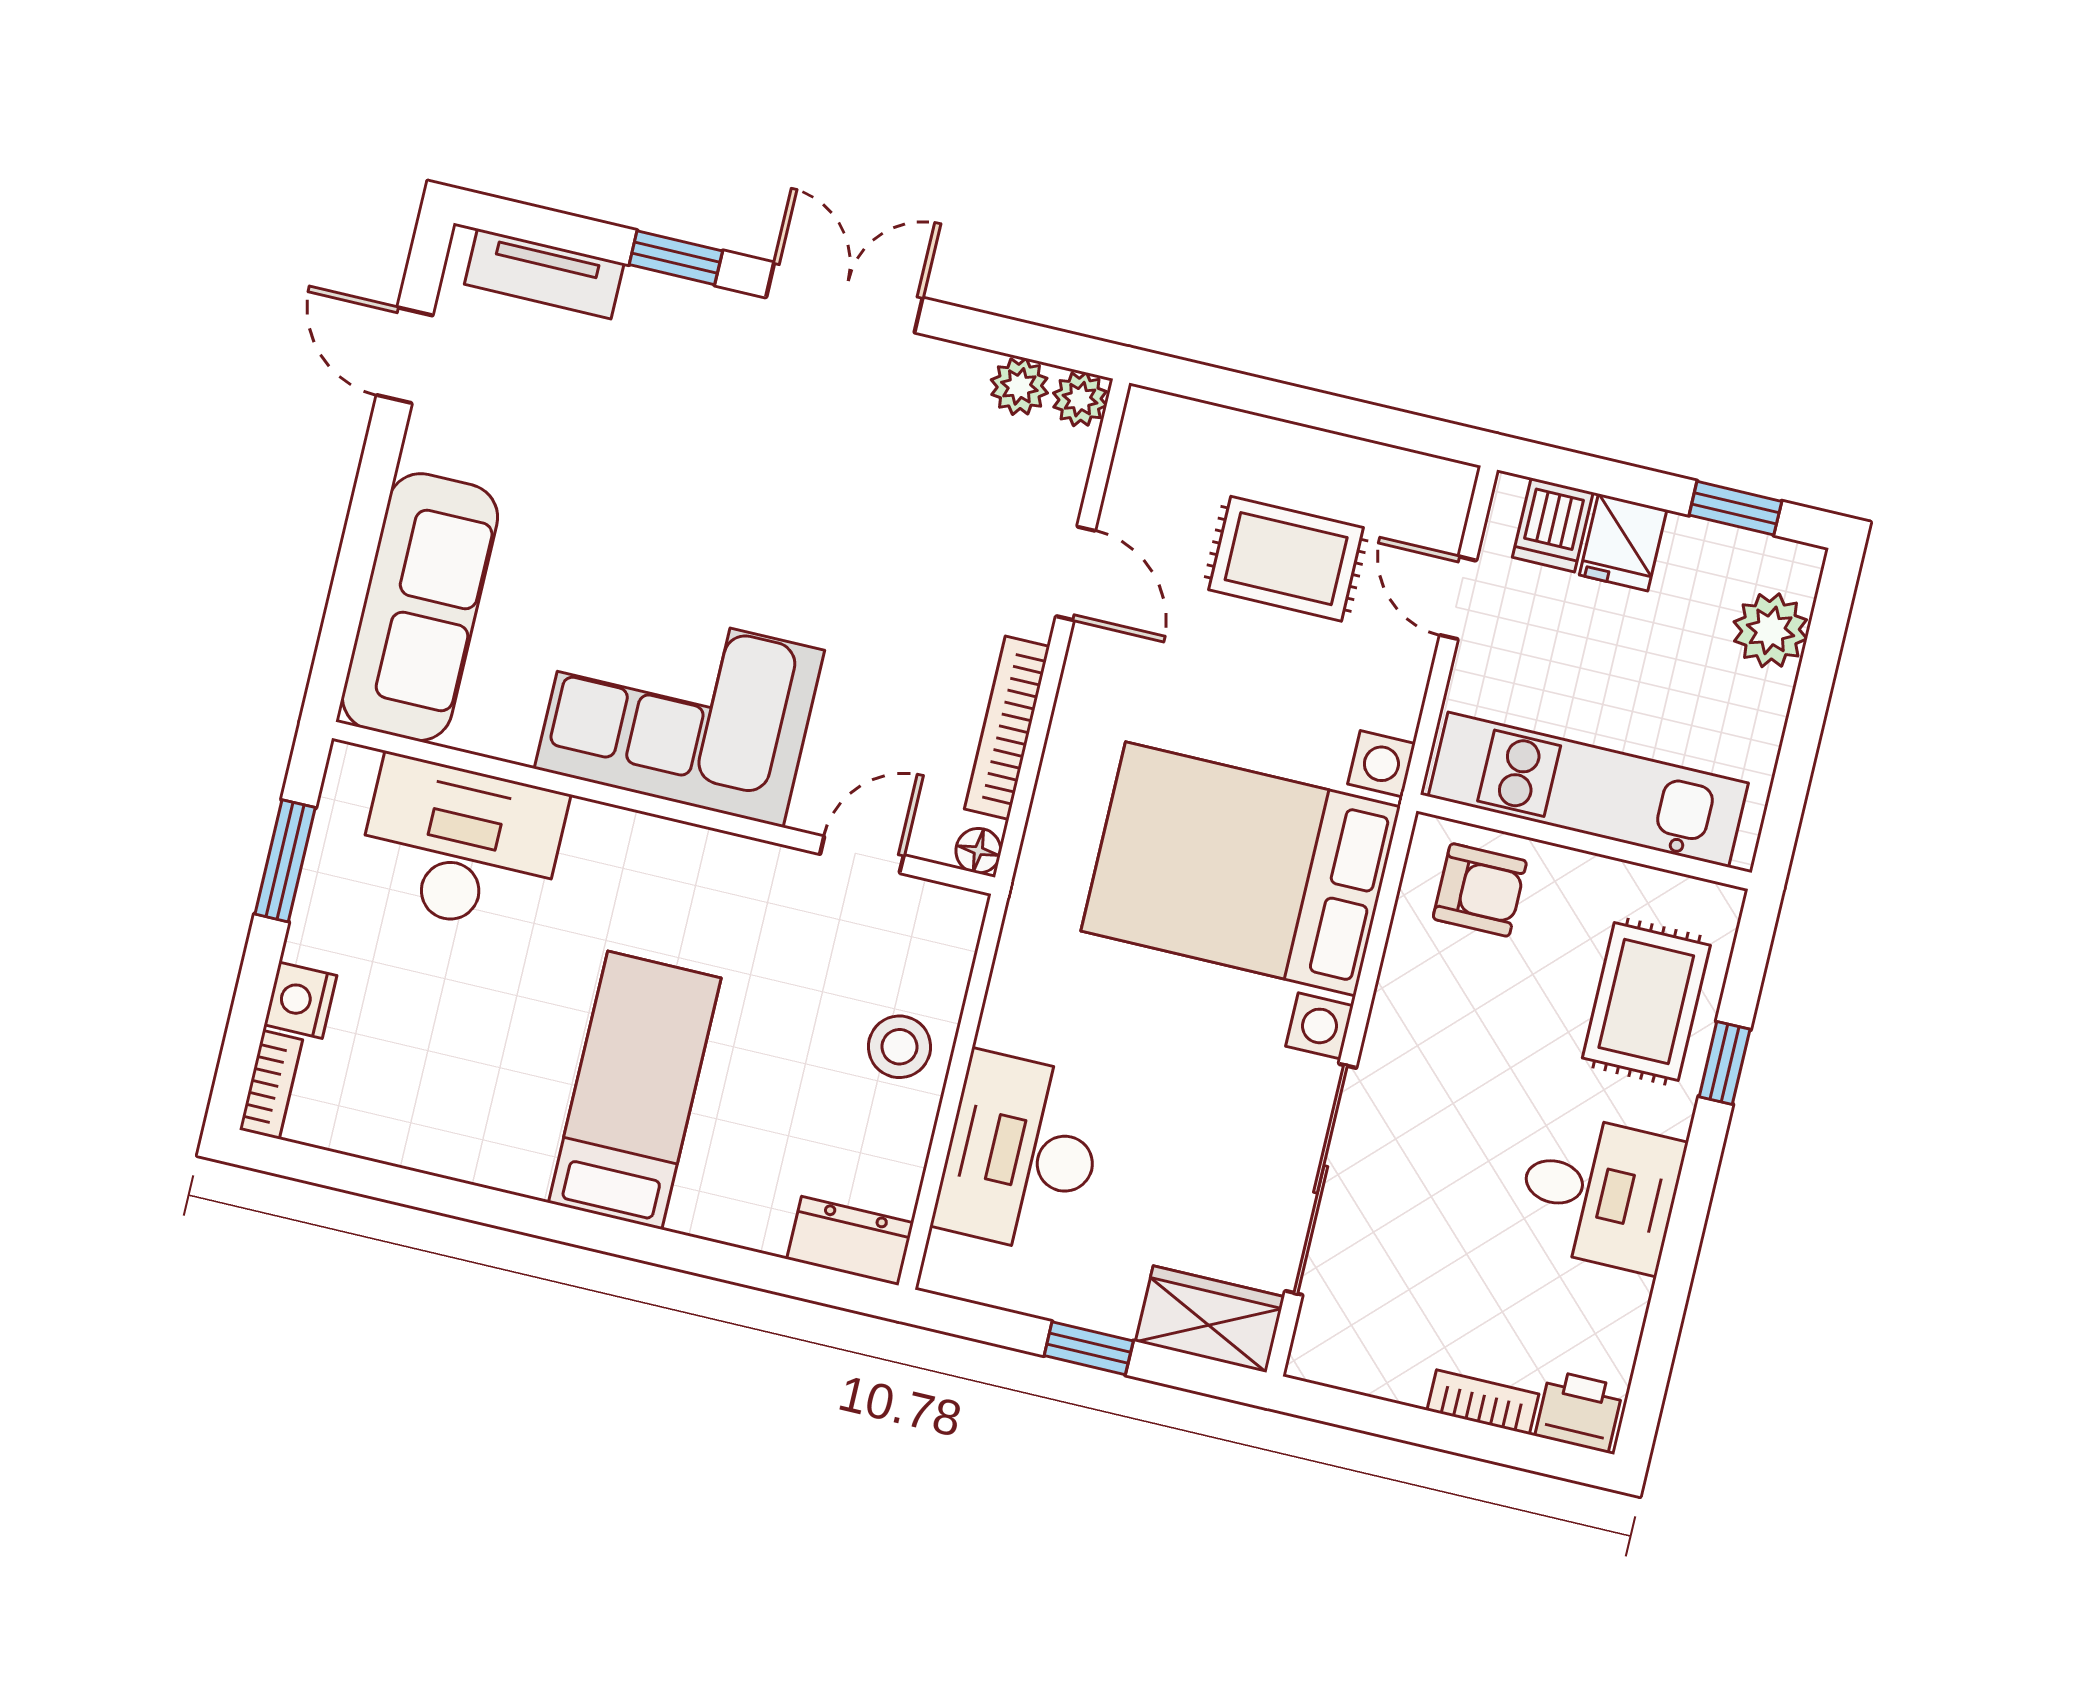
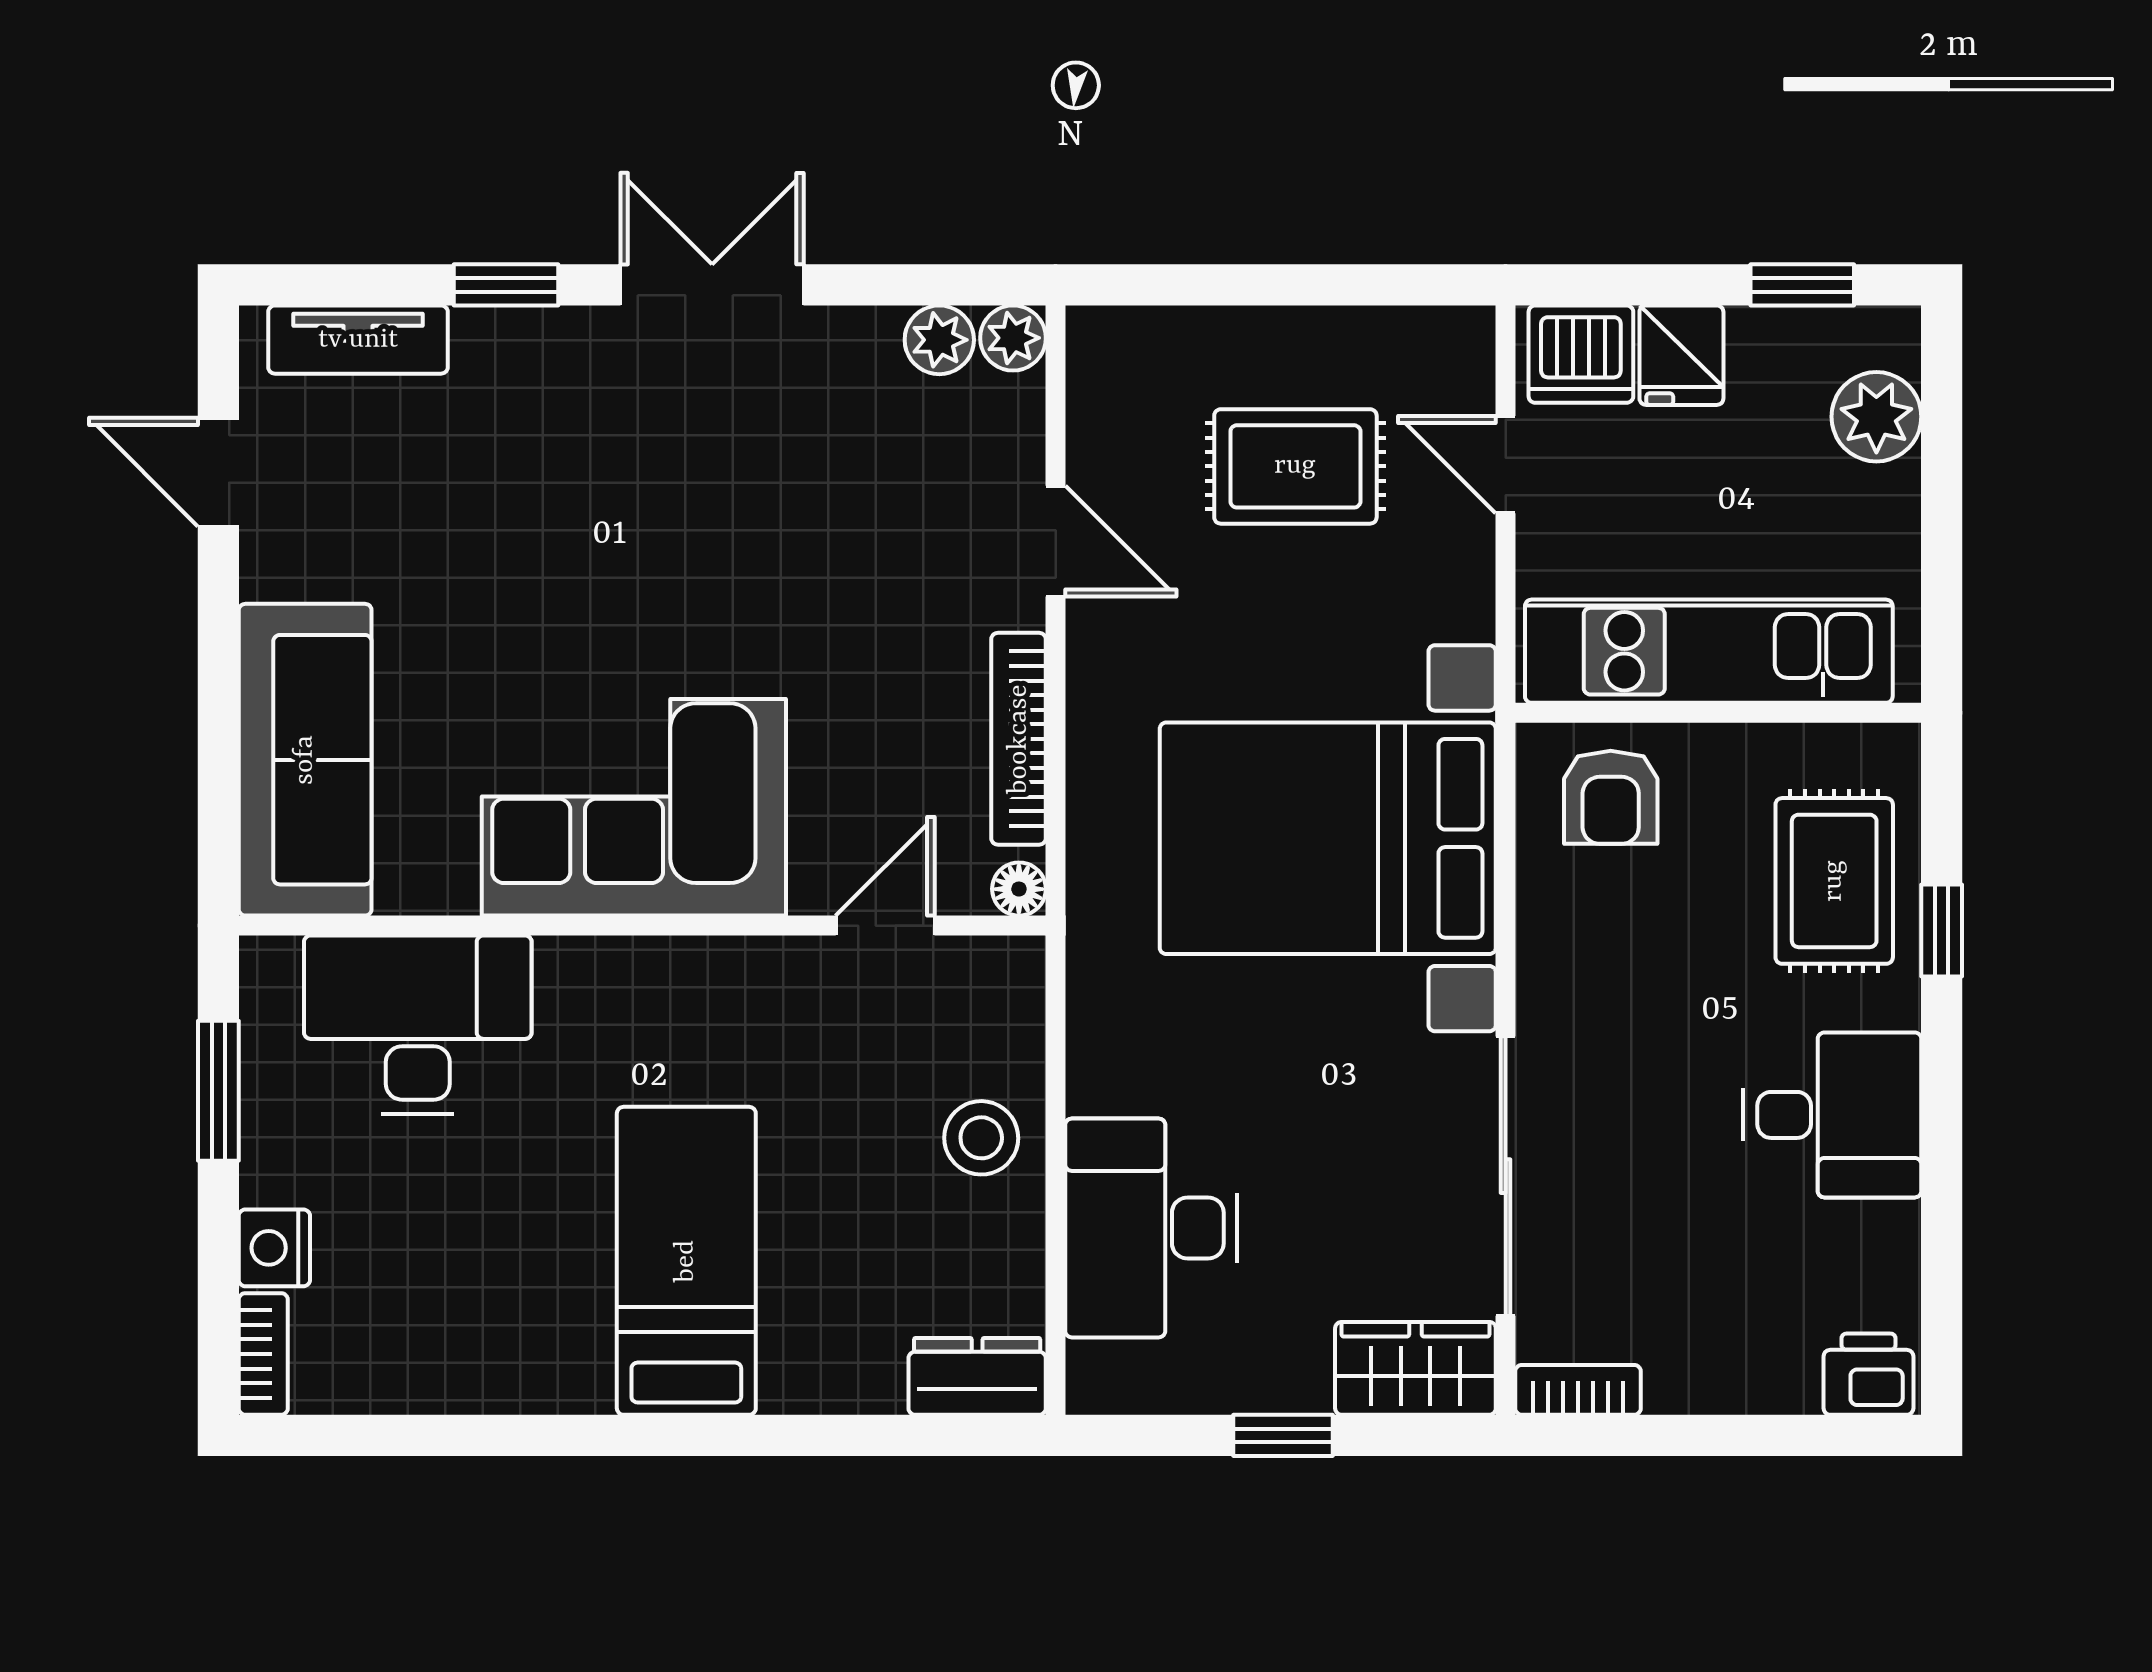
dishwasher: (1553, 525) -> (1581, 354), width x1.38
armchair: (1480, 890) -> (1611, 797), turned 90
bookcase: (1483, 1402) -> (1578, 1390), moved

